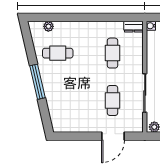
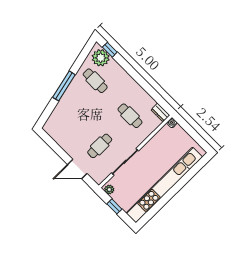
window: (45, 17) -> (110, 50), added
plant: (48, 26) -> (101, 58), width x1.87, depth x1.87
cafe table: (112, 53) -> (130, 116), turned 90

